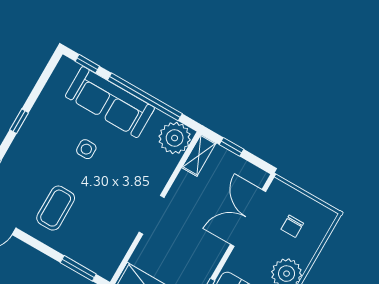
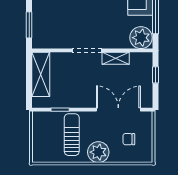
shelving: (199, 155) -> (116, 58), moved

